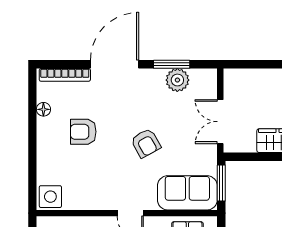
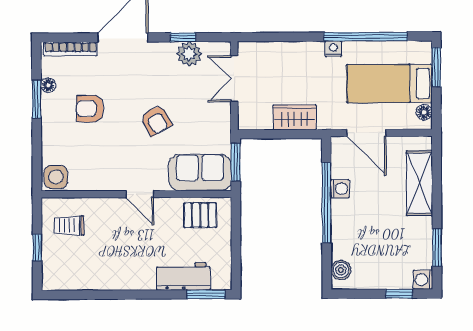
window: (172, 64) -> (183, 37), width x0.67
double door: (220, 122) -> (234, 79), moved
window: (32, 123) -> (37, 99), added

